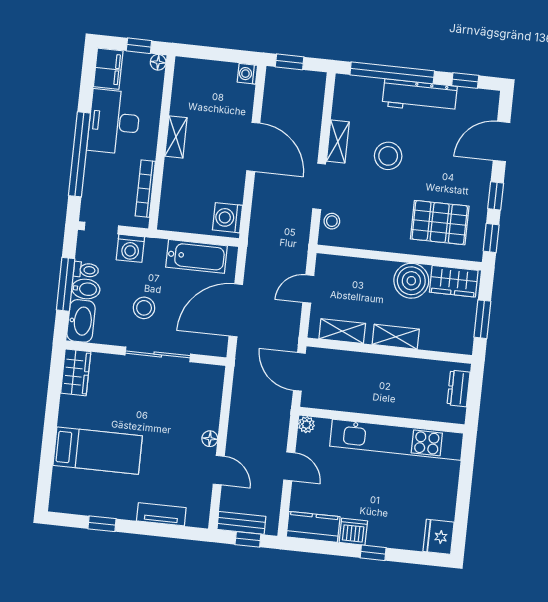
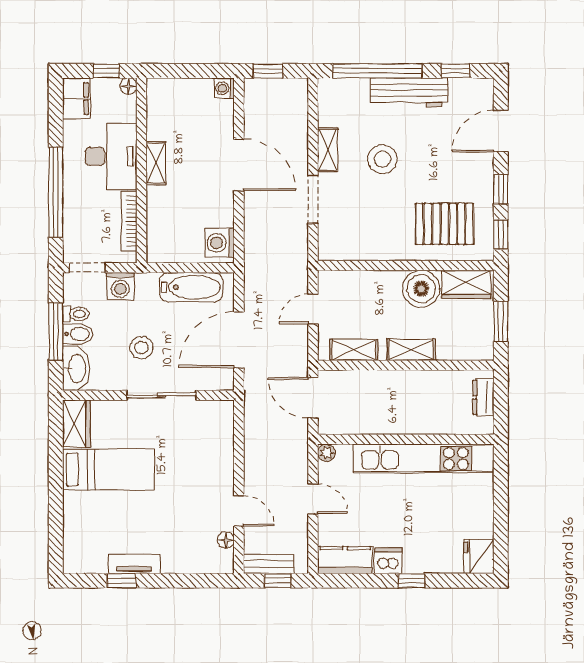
desk: (114, 122) -> (111, 156), moved, turned 180
stool: (332, 221) -> (330, 235), removed
floor lamp: (210, 439) -> (226, 540), moved
bed: (98, 451) -> (108, 470), moved
tv unit: (161, 514) -> (134, 564), moved

